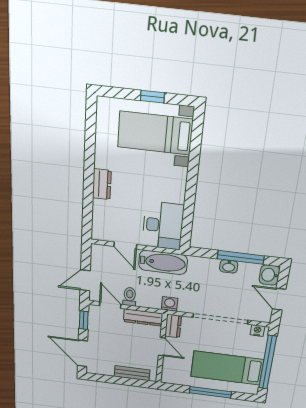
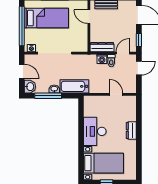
desk: (163, 226) -> (95, 131), moved
bathtub: (163, 262) -> (74, 86), moved
washing machine: (170, 304) -> (102, 59), moved
door: (110, 305) -> (123, 53), swing flipped
dresser: (173, 326) -> (83, 44), removed
door: (162, 347) -> (89, 17), moved

